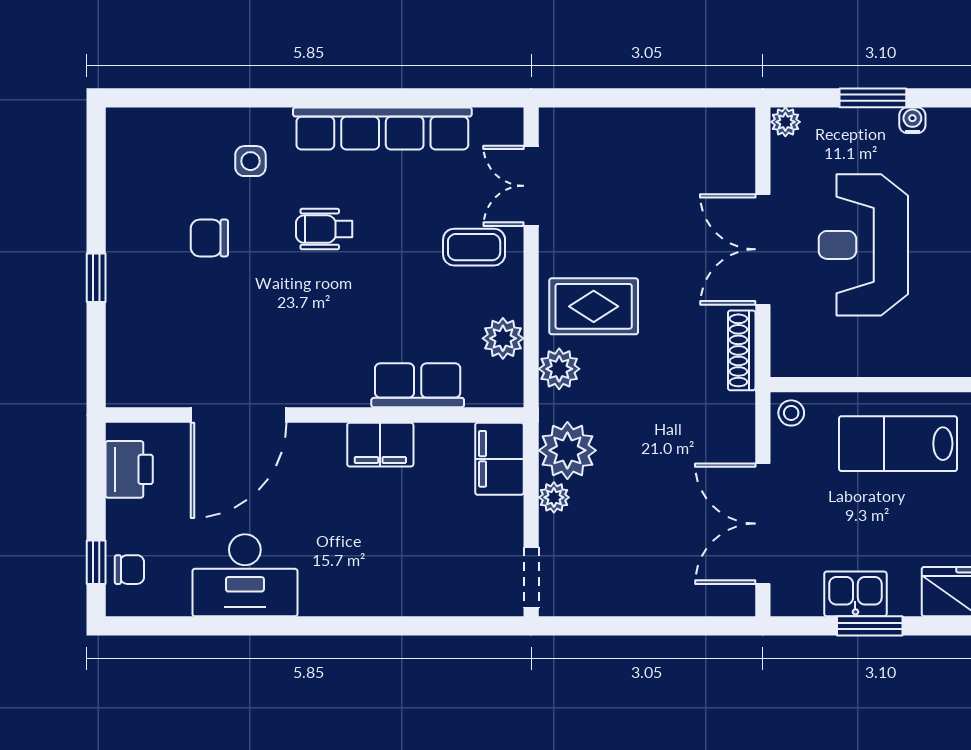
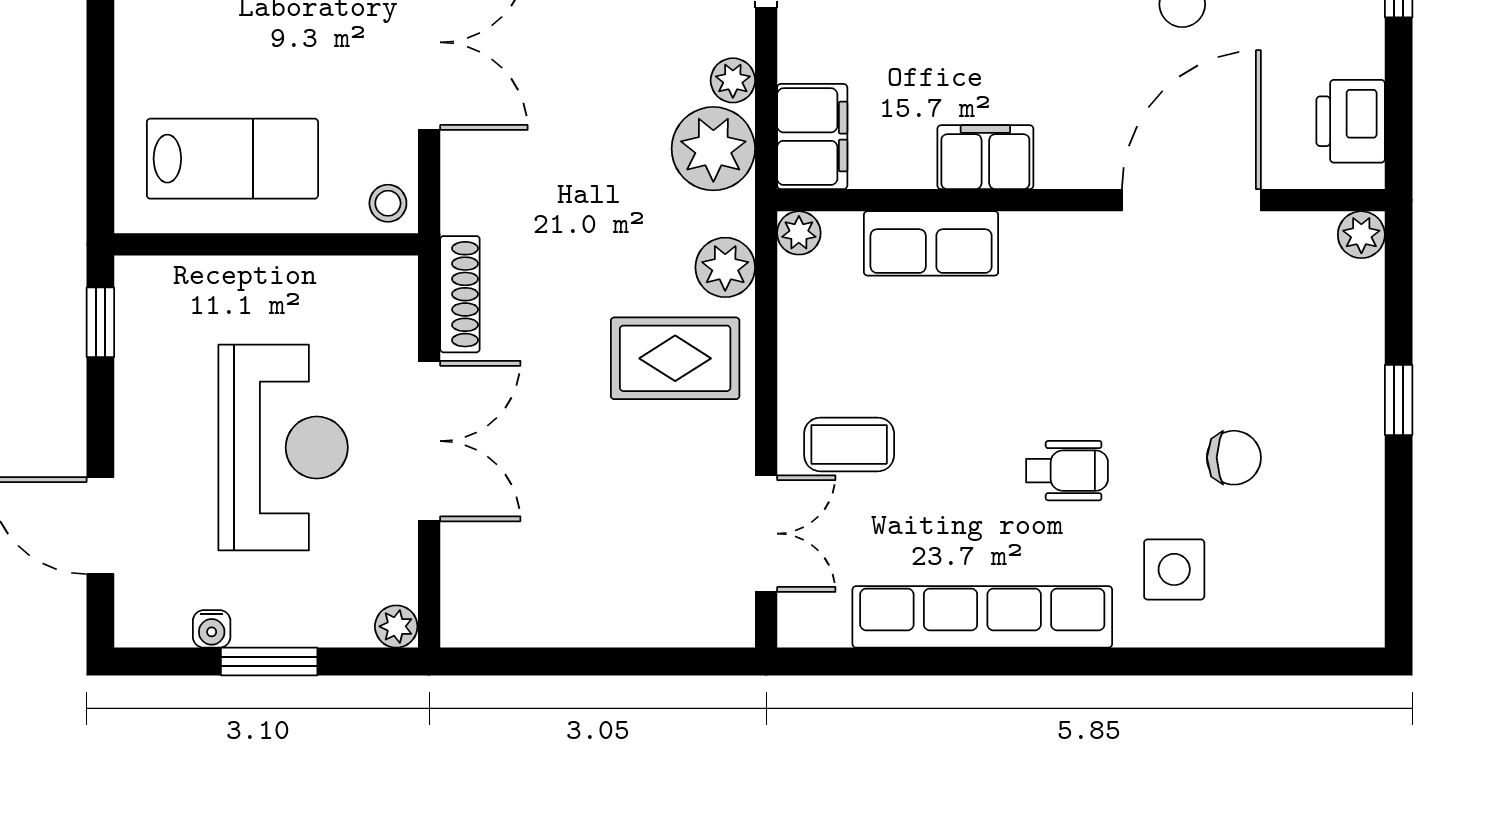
side table: (250, 161) -> (1174, 569), width x1.37, depth x1.37
plant: (503, 338) -> (799, 233), moved, width x0.73, depth x0.73
plant: (122, 391) -> (1361, 235), added

